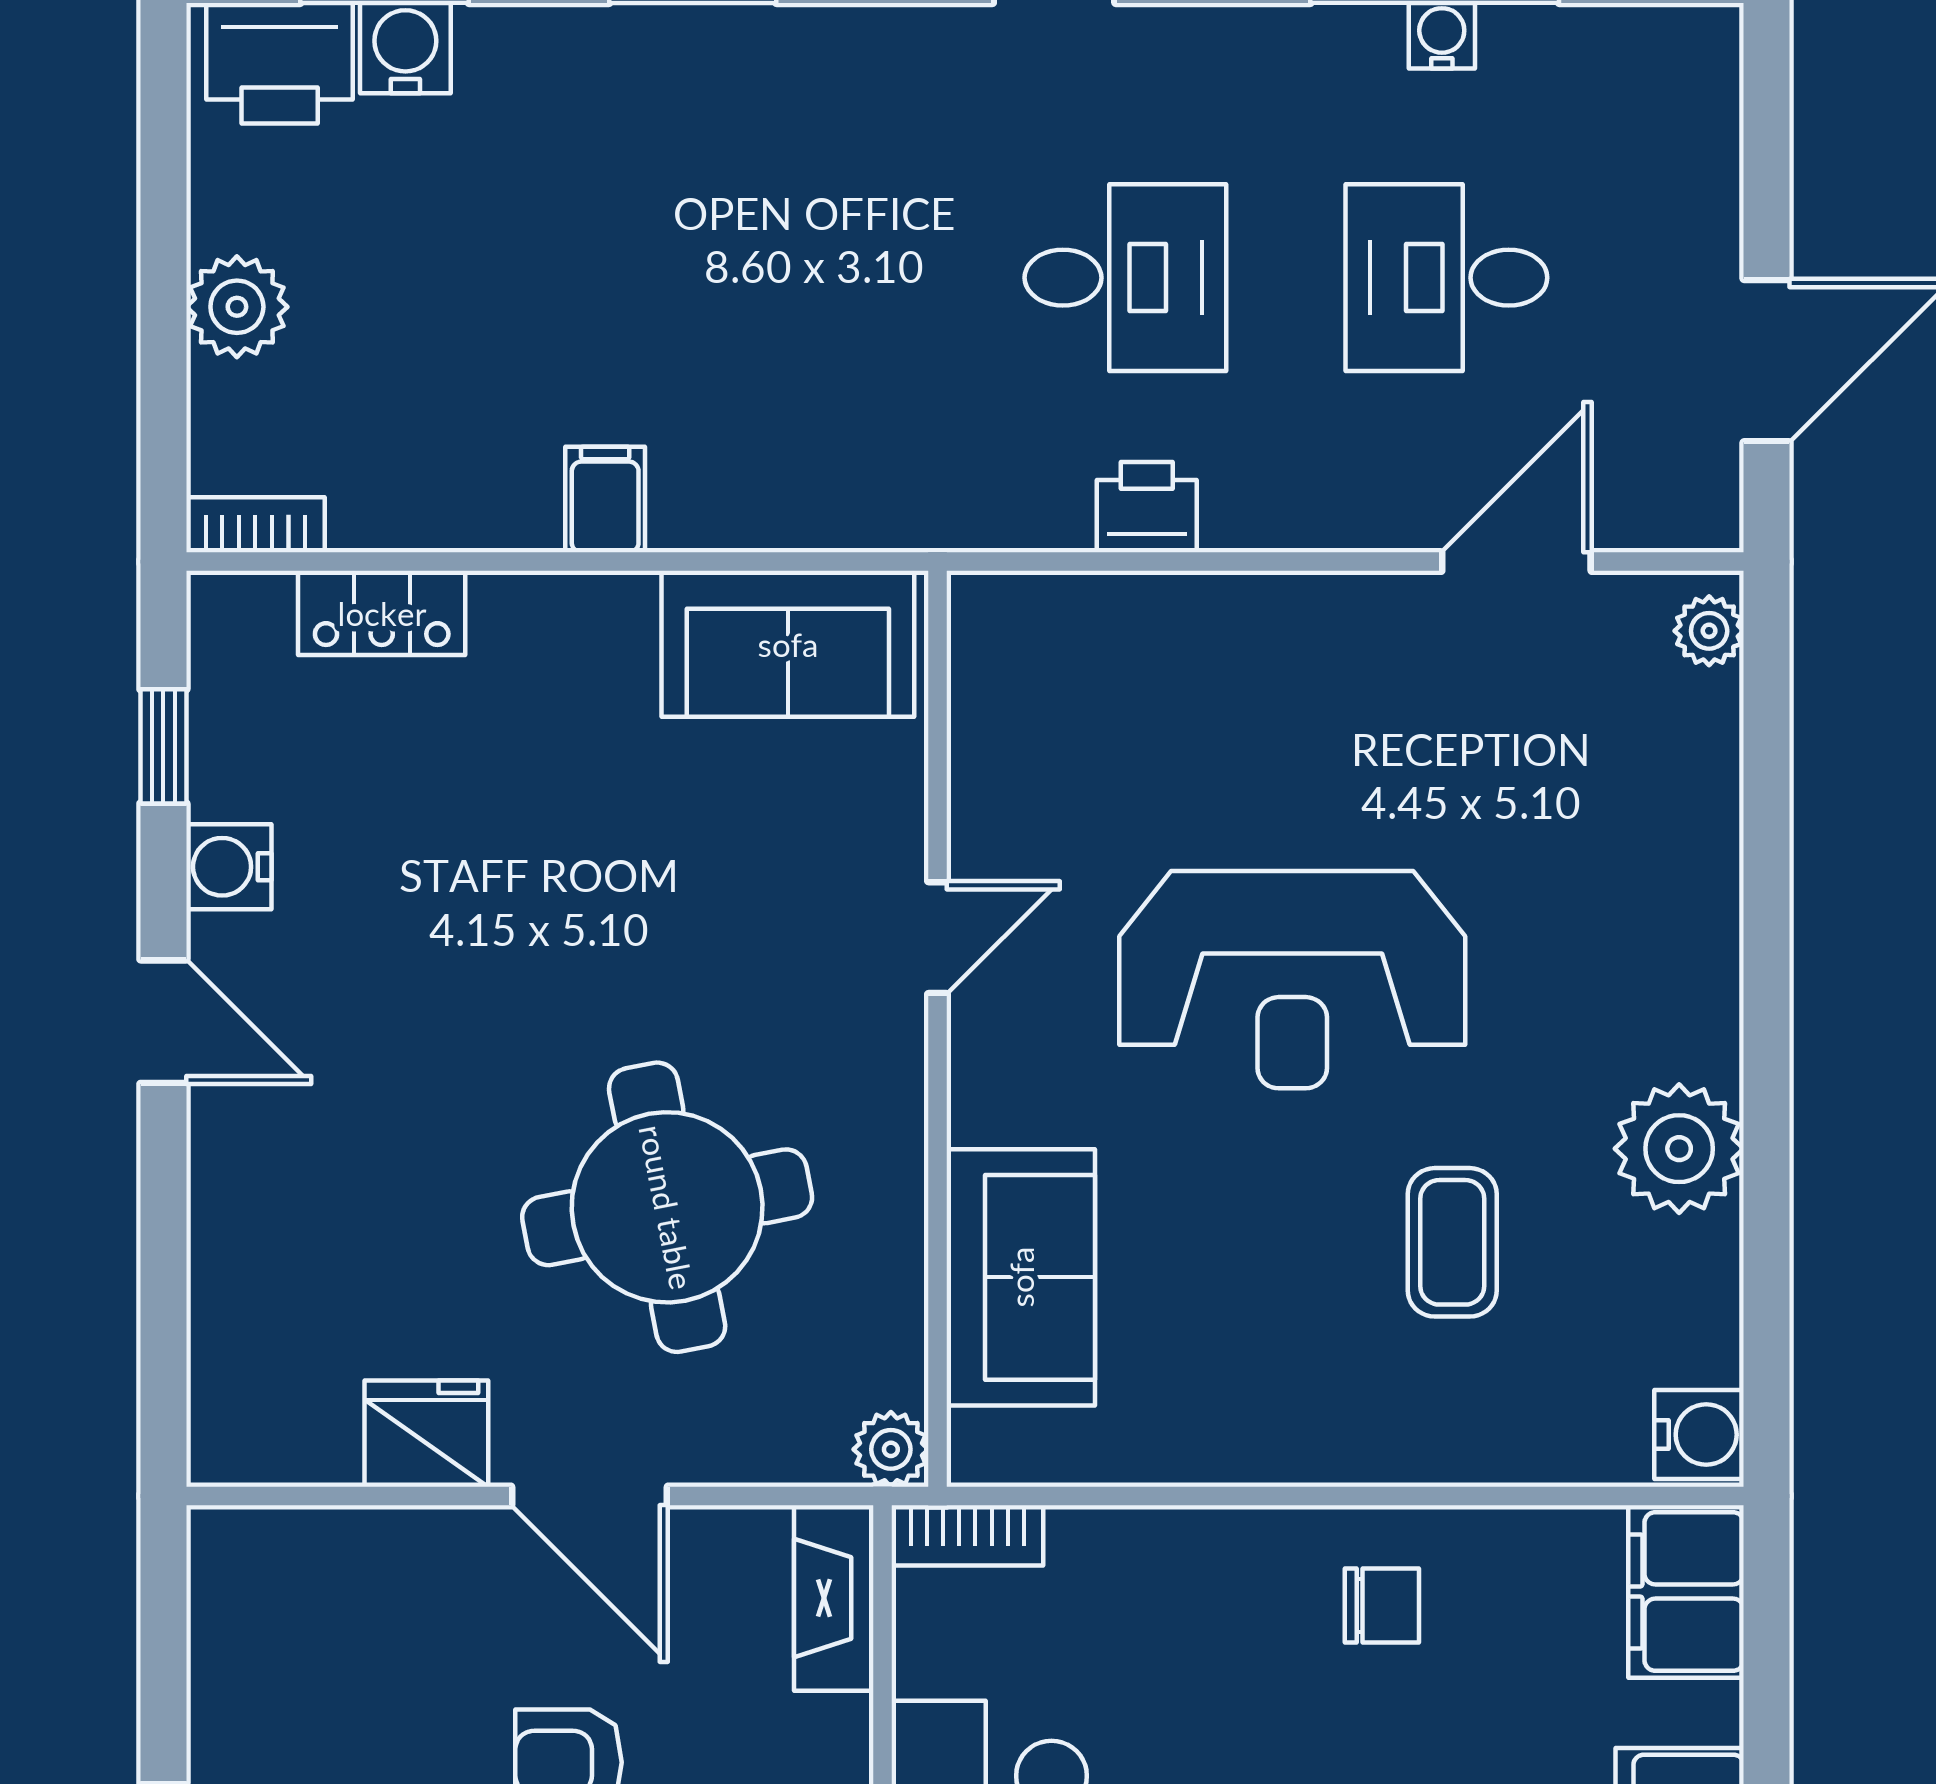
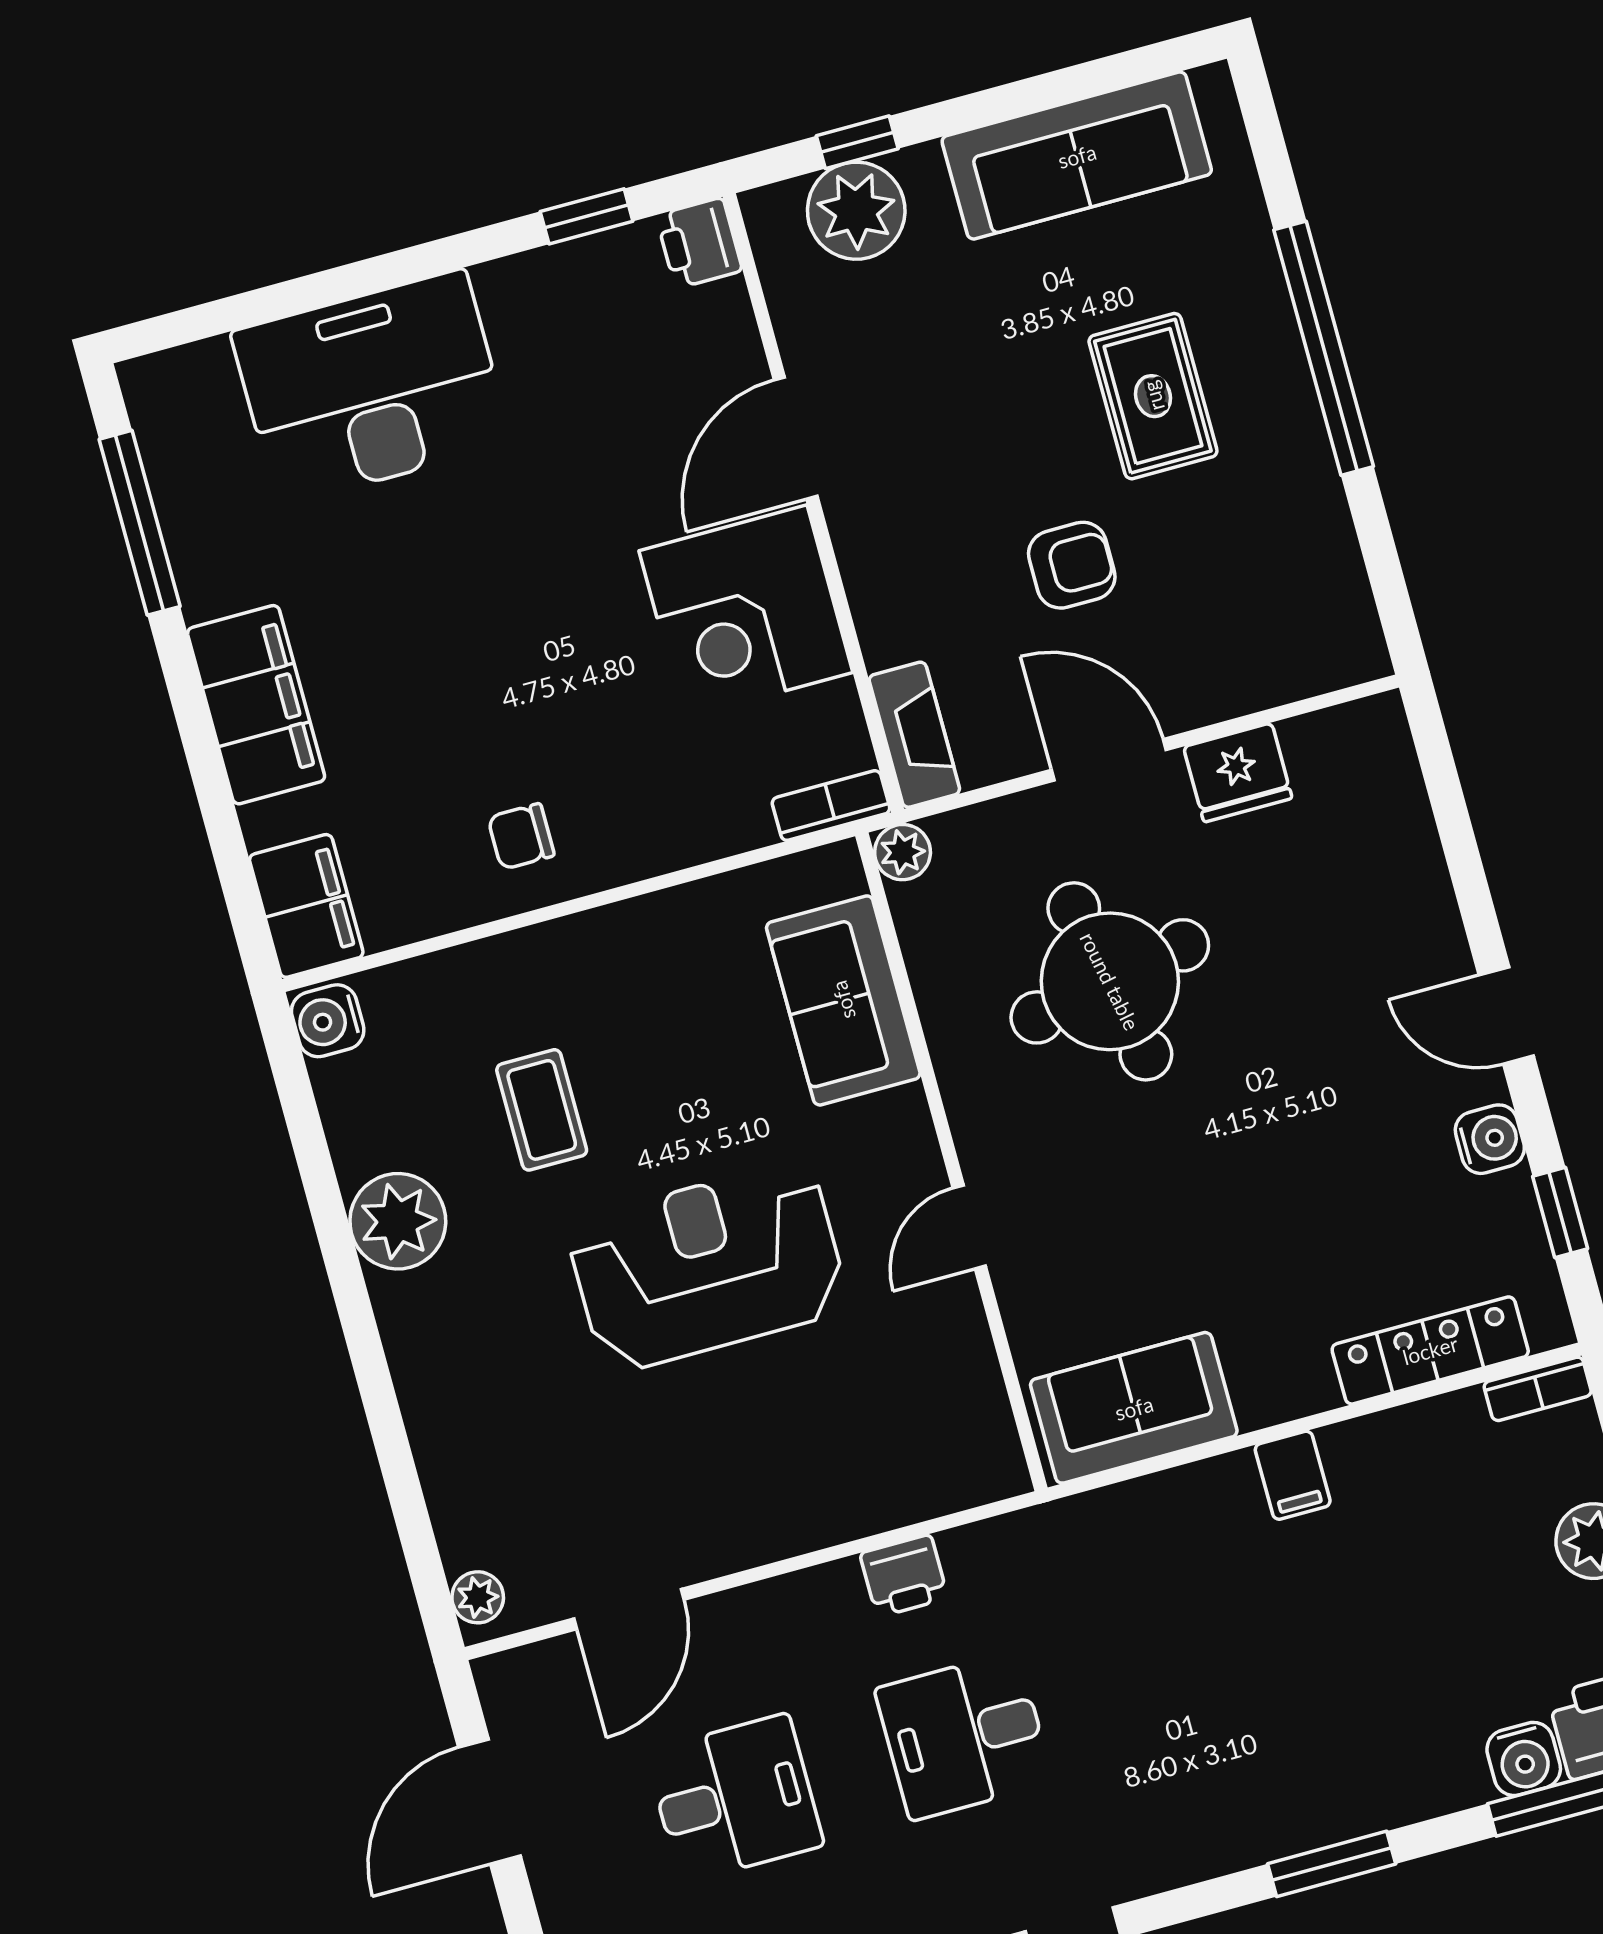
locker: (382, 613) -> (1430, 1350), width x1.53

